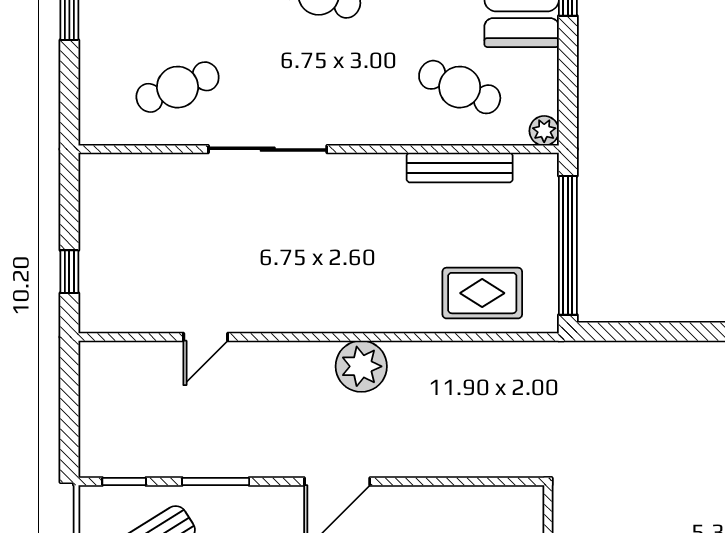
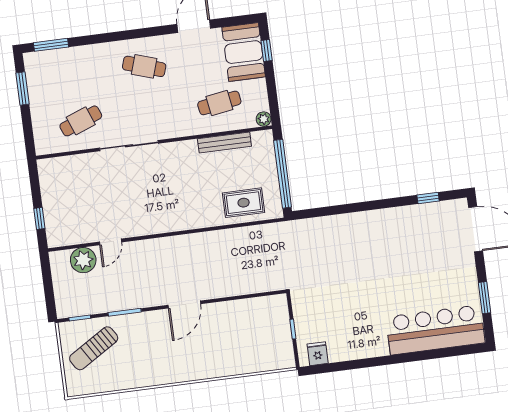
cafe table: (460, 87) -> (219, 103), turned -33
plant: (361, 366) -> (83, 260), moved

